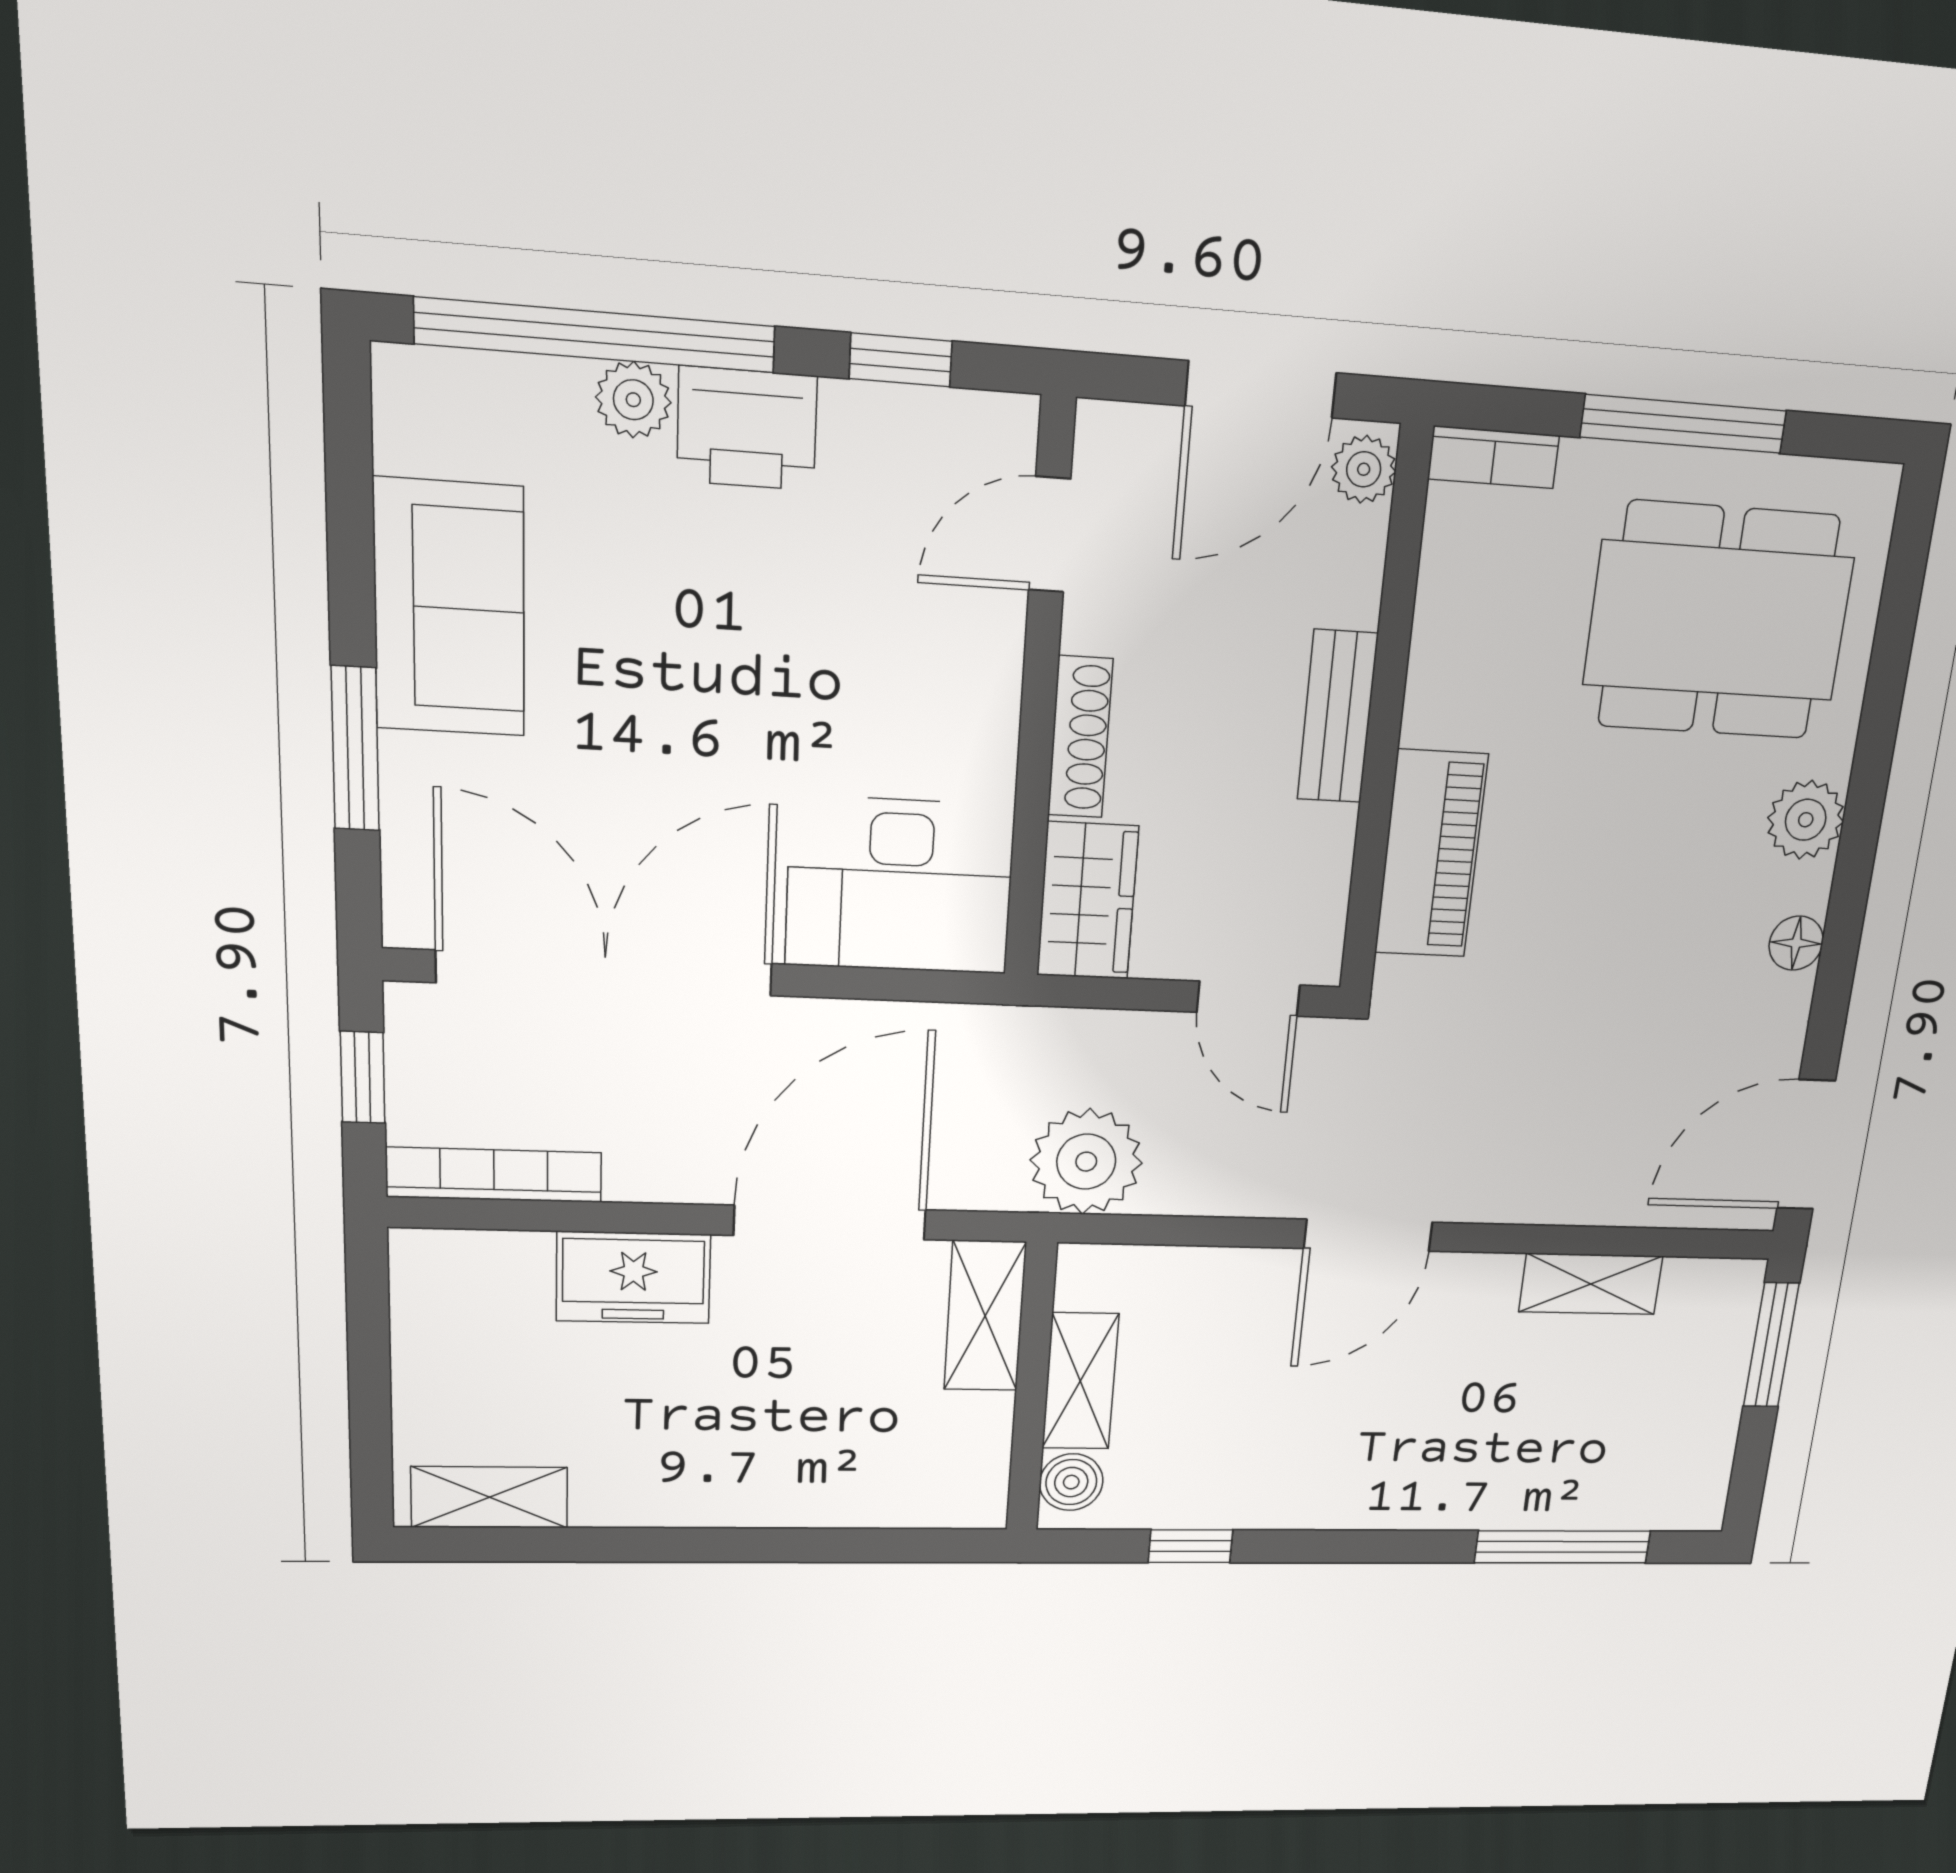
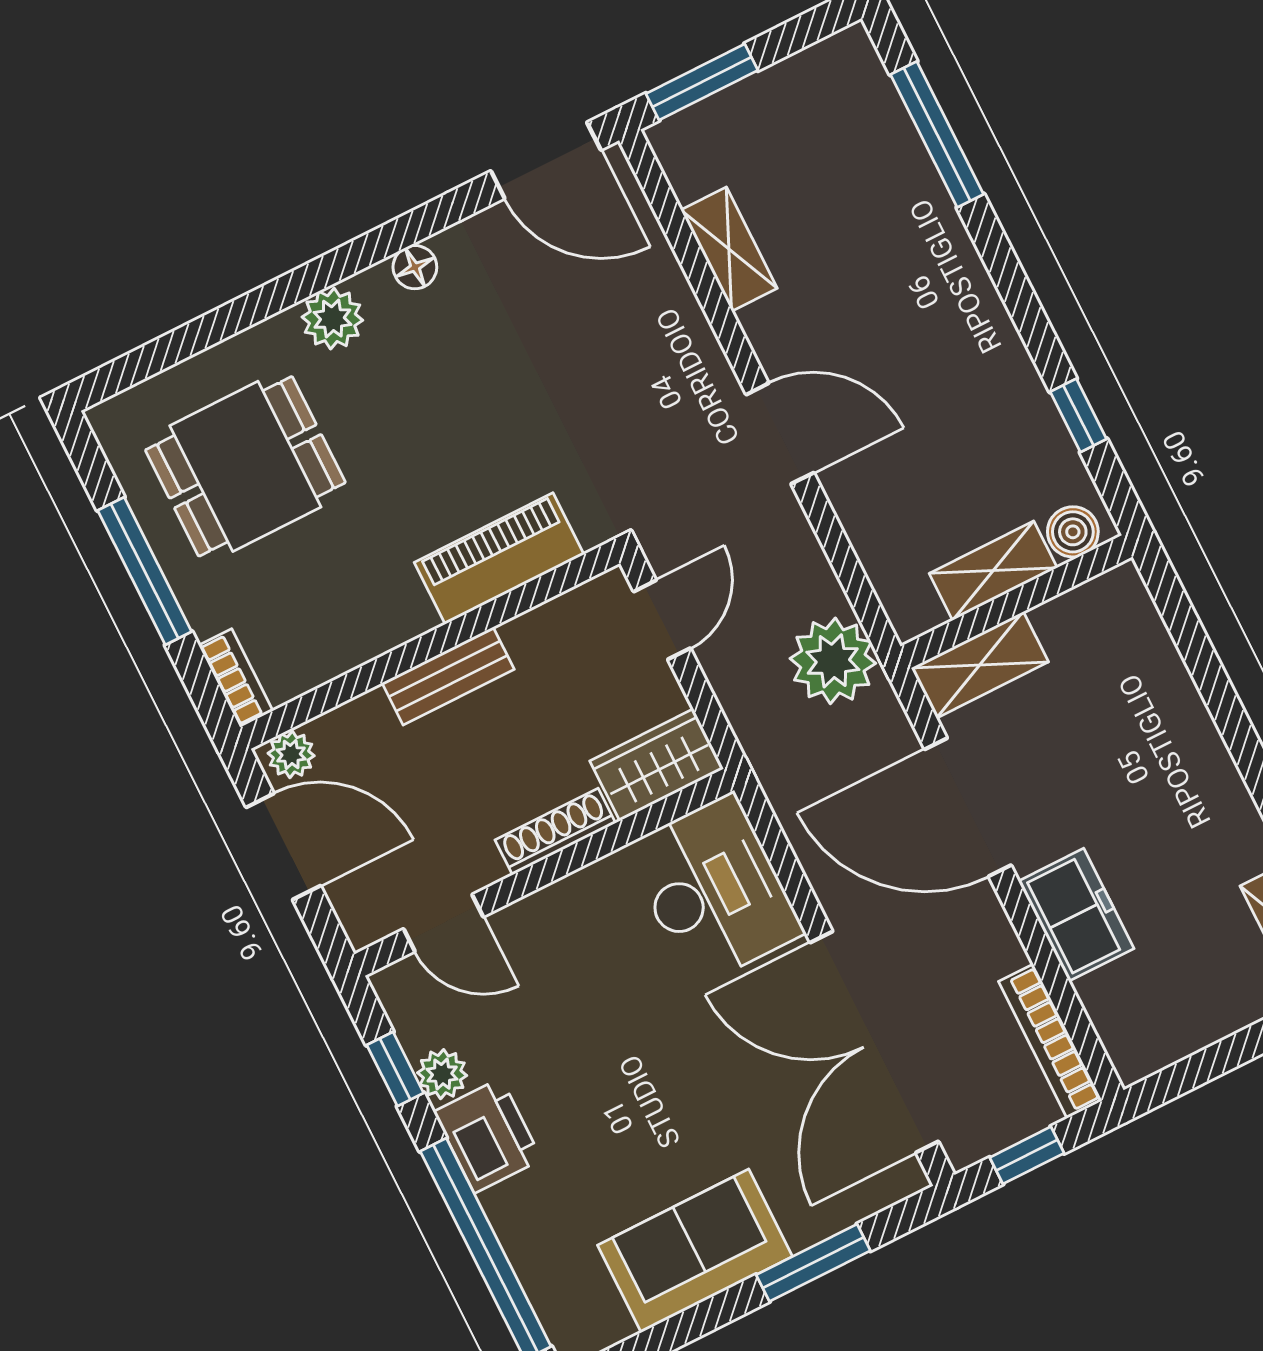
plant: (633, 400) -> (442, 1074), moved
dining table: (1718, 621) -> (245, 466), width x0.73

